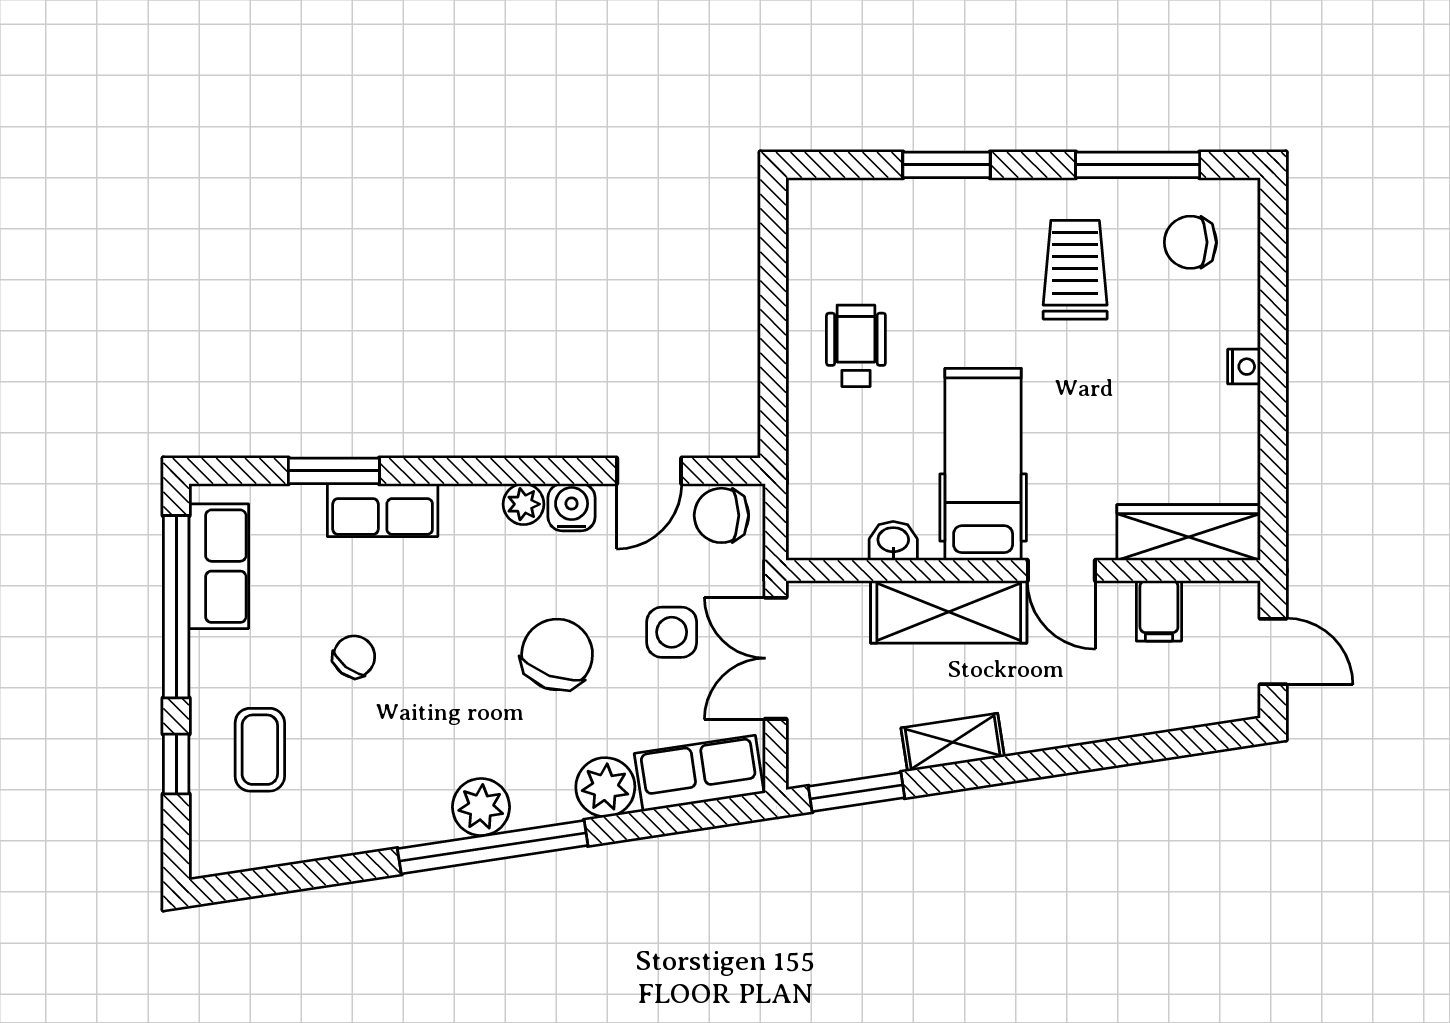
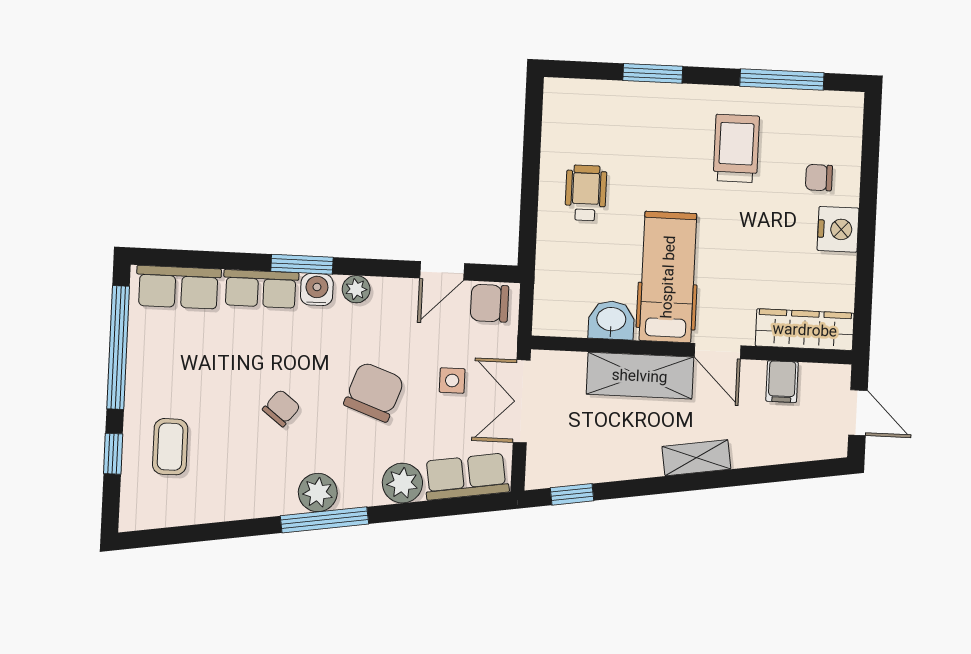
chair: (1190, 242) -> (819, 178), moved, width x0.73, depth x0.73
nightstand: (1244, 367) -> (838, 229), width x1.89, depth x1.79
window: (334, 471) -> (302, 264), moved
water cooler: (572, 507) -> (317, 290), moved
washbasin: (893, 541) -> (611, 320), width x1.38, depth x1.45
row of seats: (219, 566) -> (178, 287), moved, turned 90
side table: (672, 632) -> (452, 380), width x0.73, depth x0.73
chair: (354, 657) -> (281, 408), moved
shelving: (953, 742) -> (696, 458), moved
window: (857, 792) -> (572, 494), width x0.67
window: (493, 847) -> (324, 520), width x0.68

